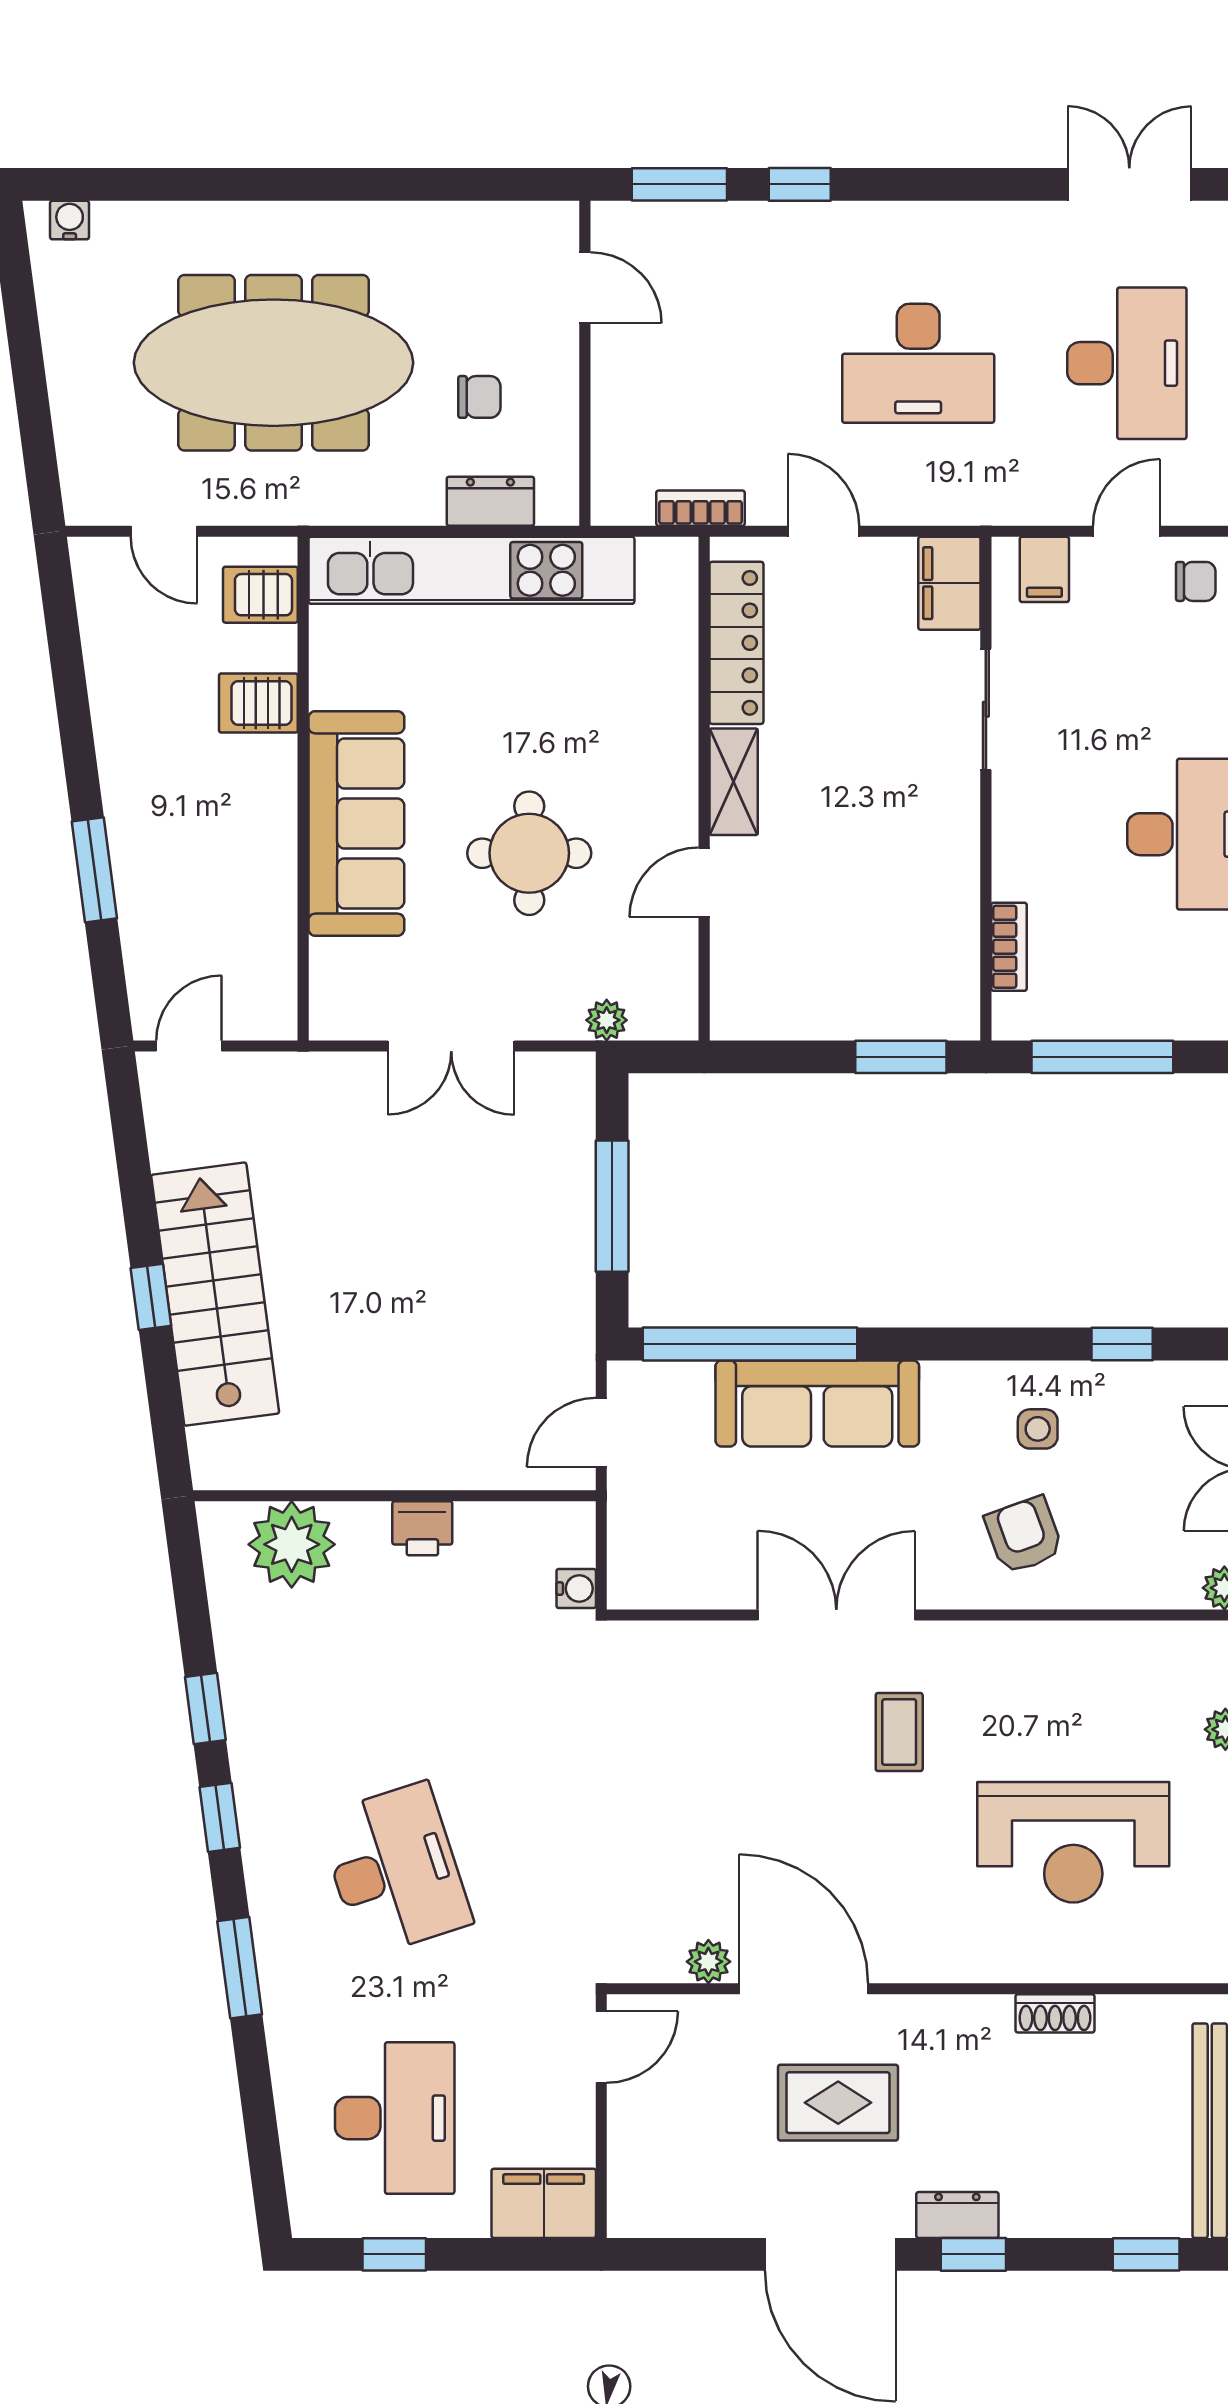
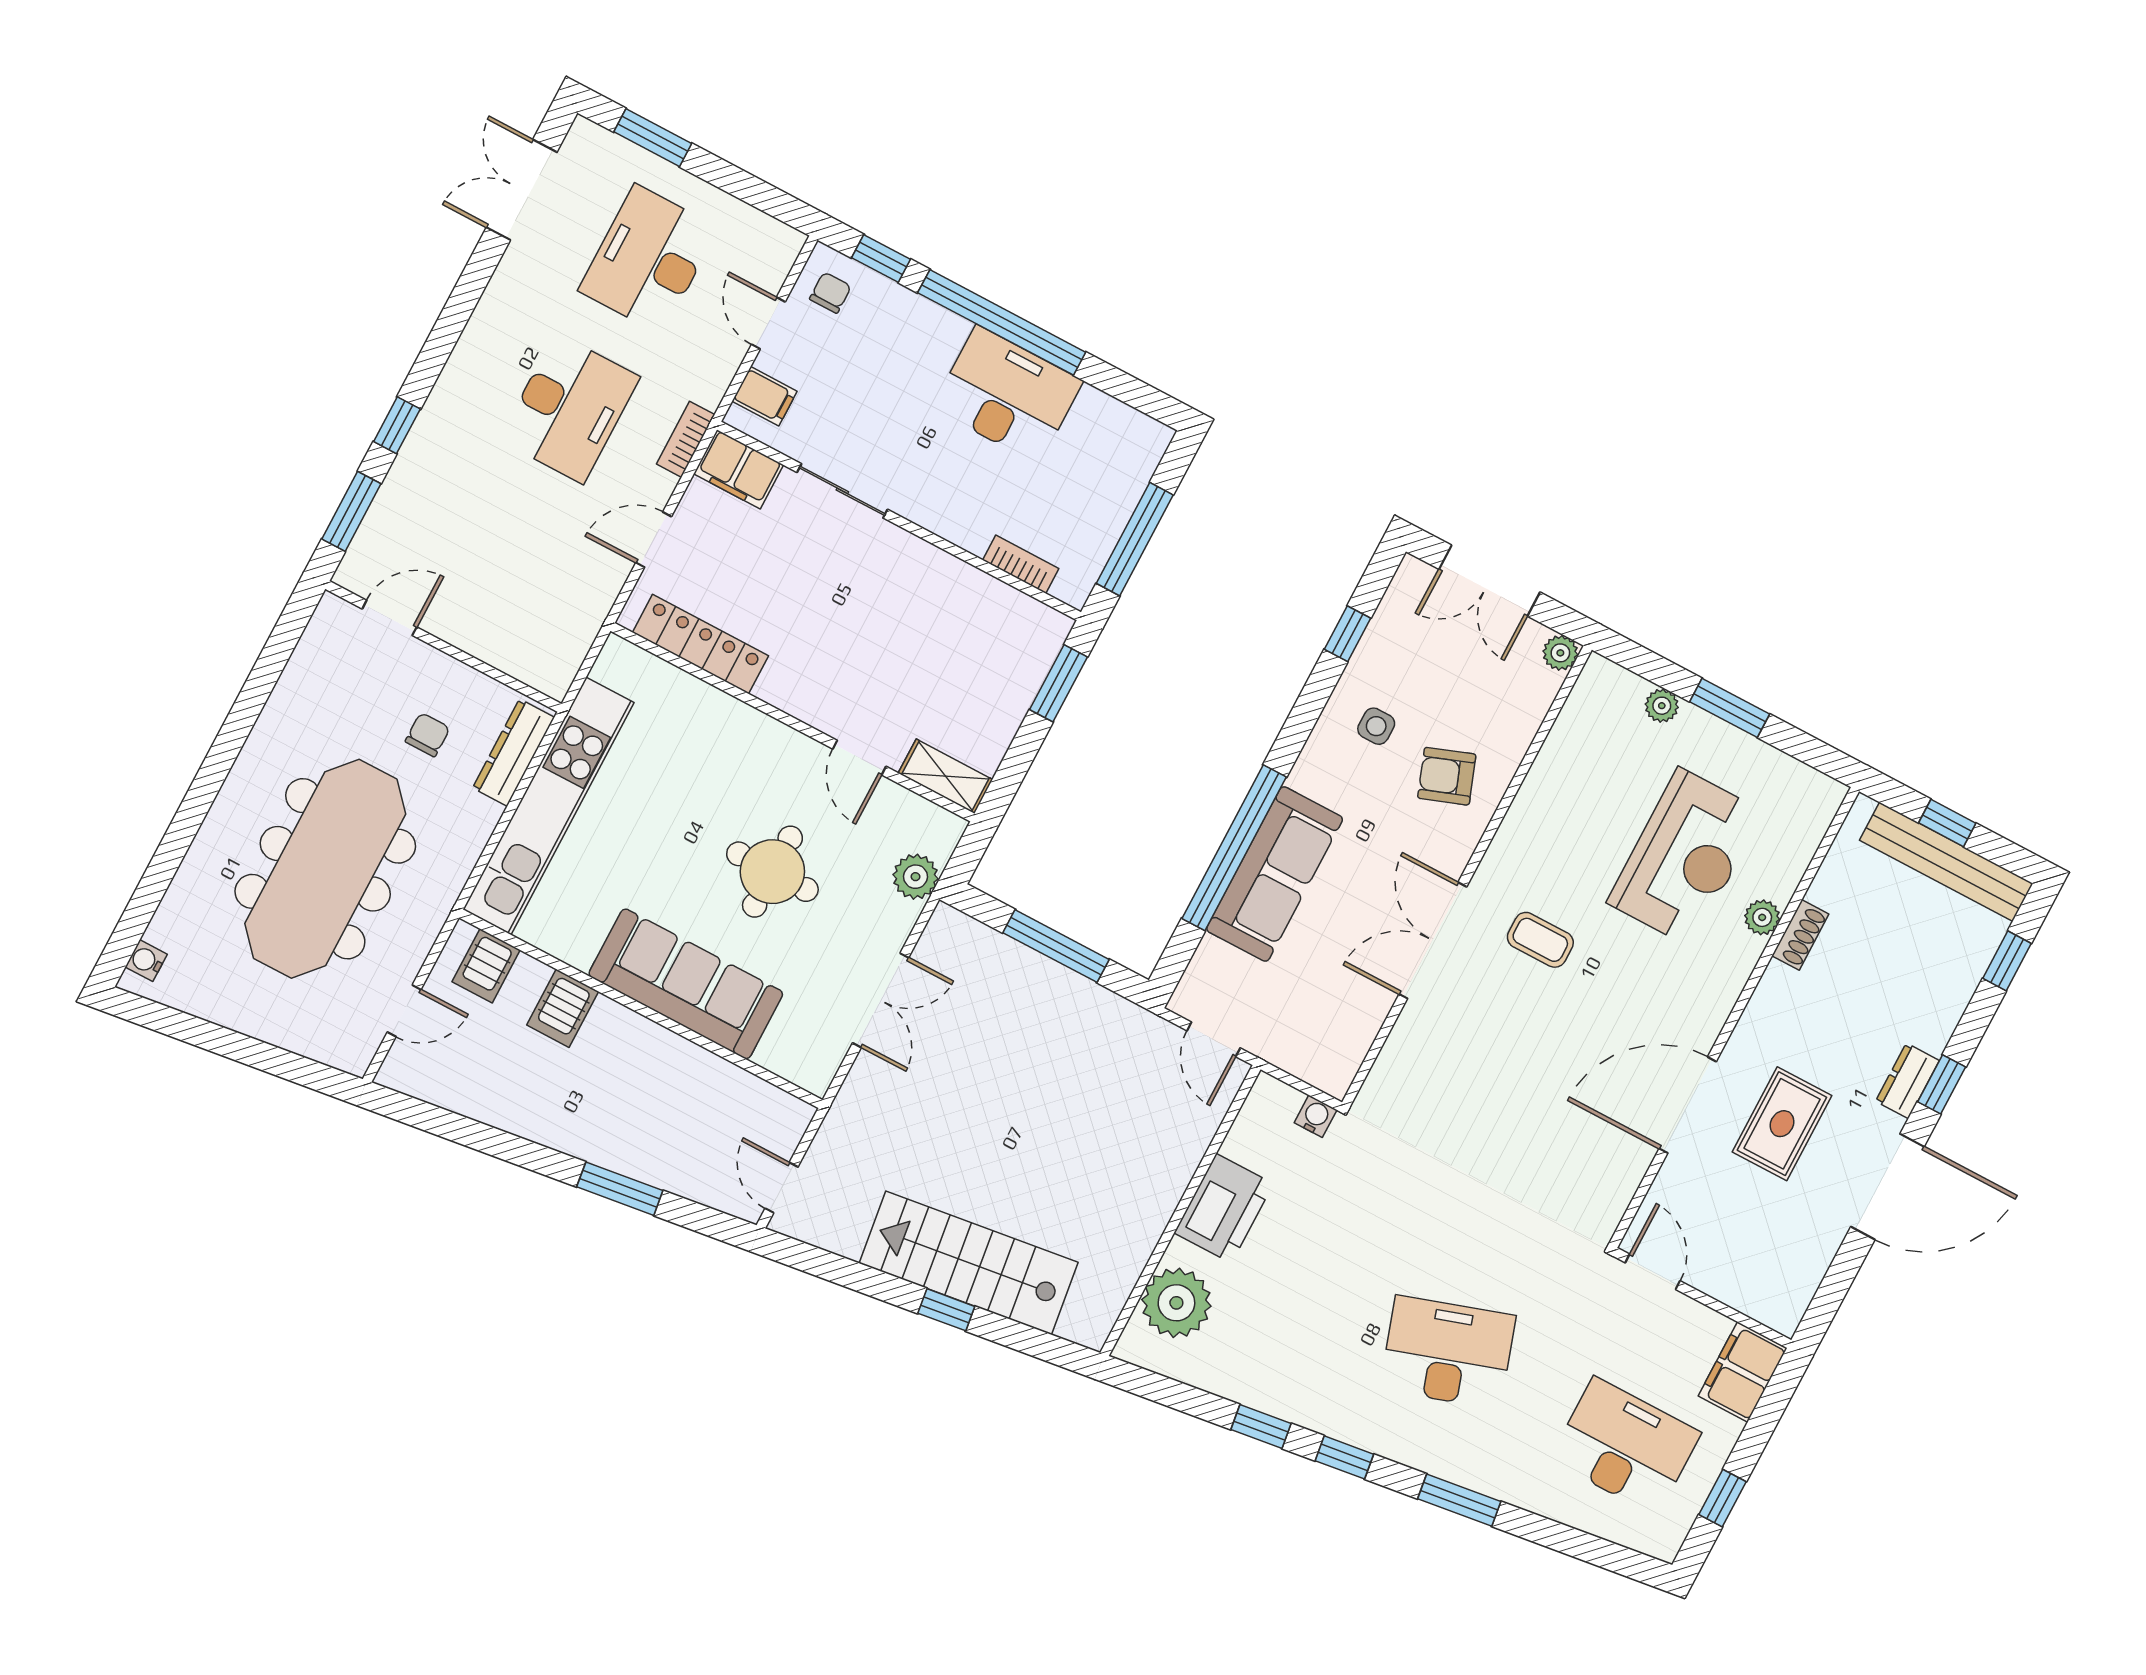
desk: (1127, 363) -> (648, 259), turned -90
dresser: (490, 501) -> (513, 753), width x1.44
bookcase: (700, 508) -> (686, 439), moved
shelving: (734, 782) -> (945, 776), moved
plant: (607, 1020) -> (915, 877), width x1.38, depth x1.38
window: (750, 1344) -> (1234, 848), moved
printer: (422, 1528) -> (1224, 1208), width x1.87, depth x1.48
plant: (708, 1962) -> (1762, 917), moved

